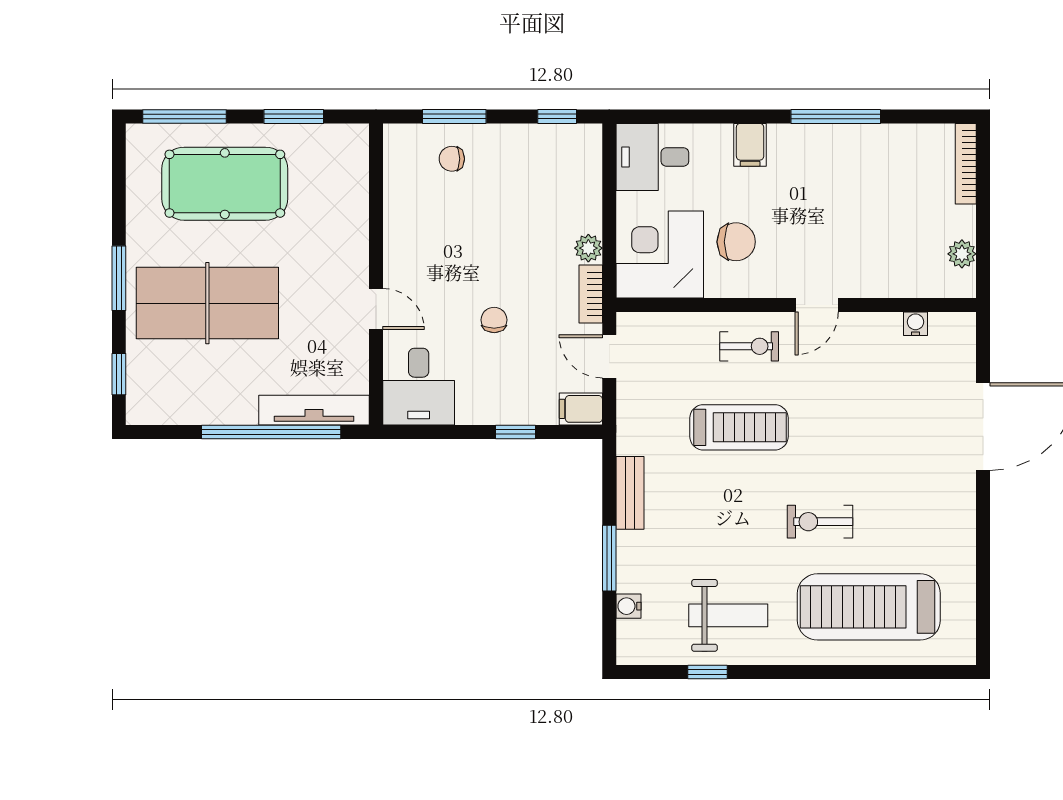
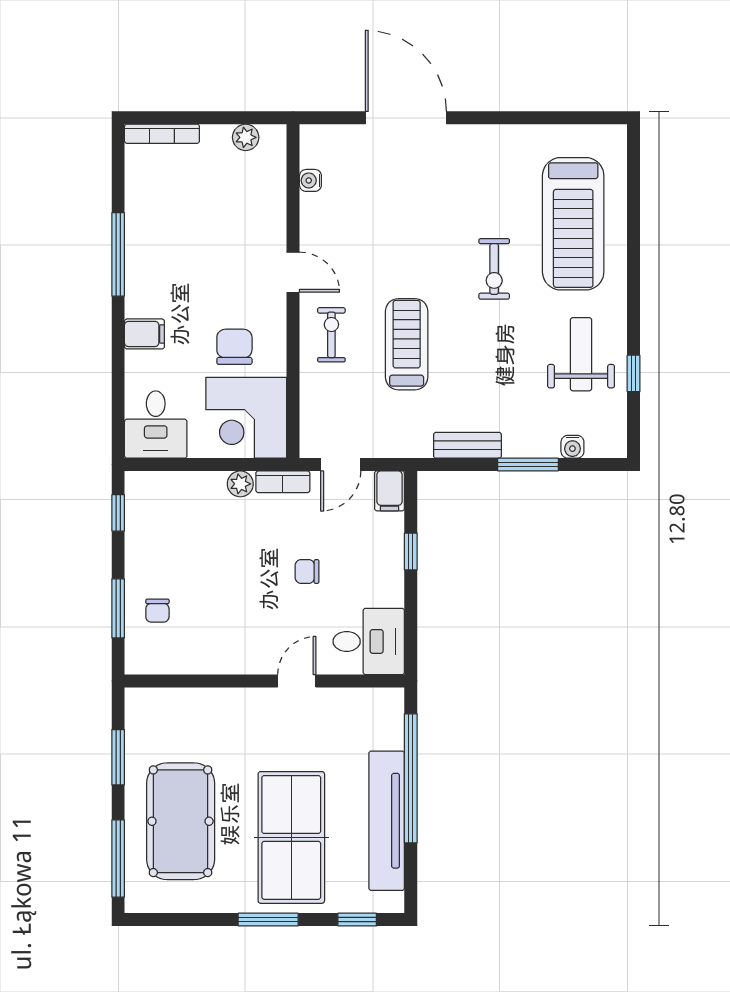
tv unit: (314, 410) -> (387, 821), moved, width x1.36, depth x1.29

